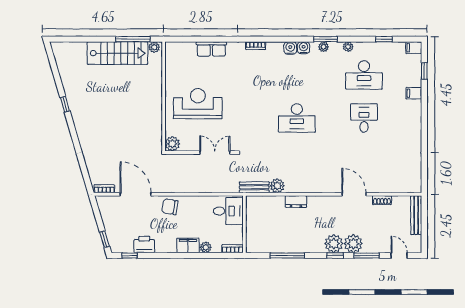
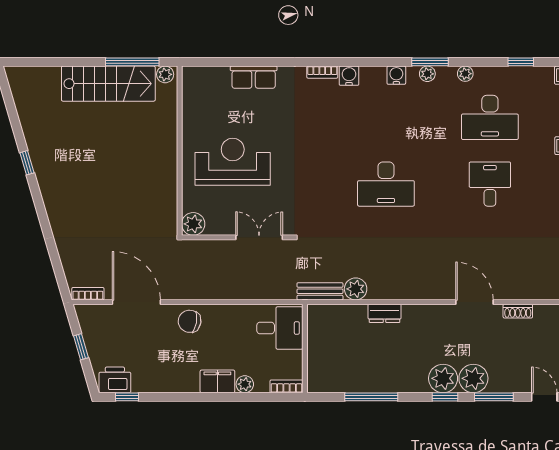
water cooler: (290, 48) -> (349, 76), moved
window: (105, 239) -> (81, 347), moved
printer: (144, 245) -> (115, 380), moved

